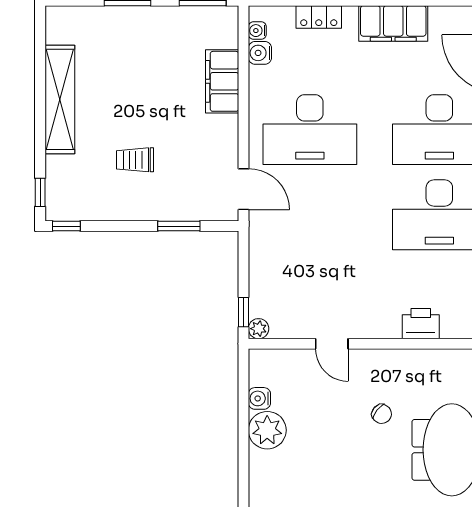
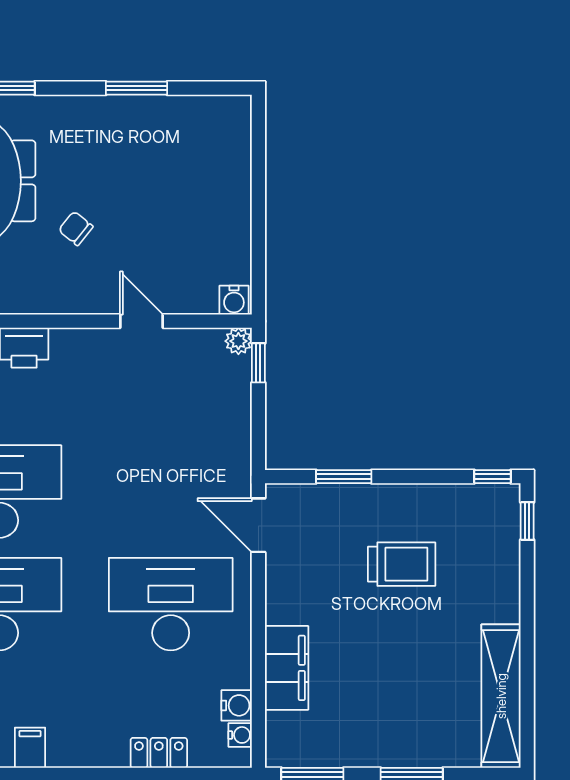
filing cabinet: (393, 23) -> (30, 748), width x0.33, depth x0.86
shelving: (60, 99) -> (501, 696), moved
trolley: (135, 160) -> (402, 564), width x1.36, depth x1.39
water cooler: (259, 398) -> (234, 300), moved, turned 90
plant: (267, 430) -> (227, 207), removed

